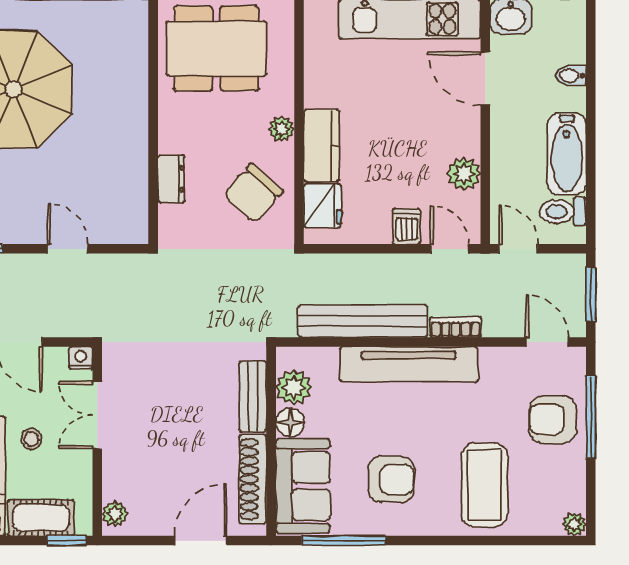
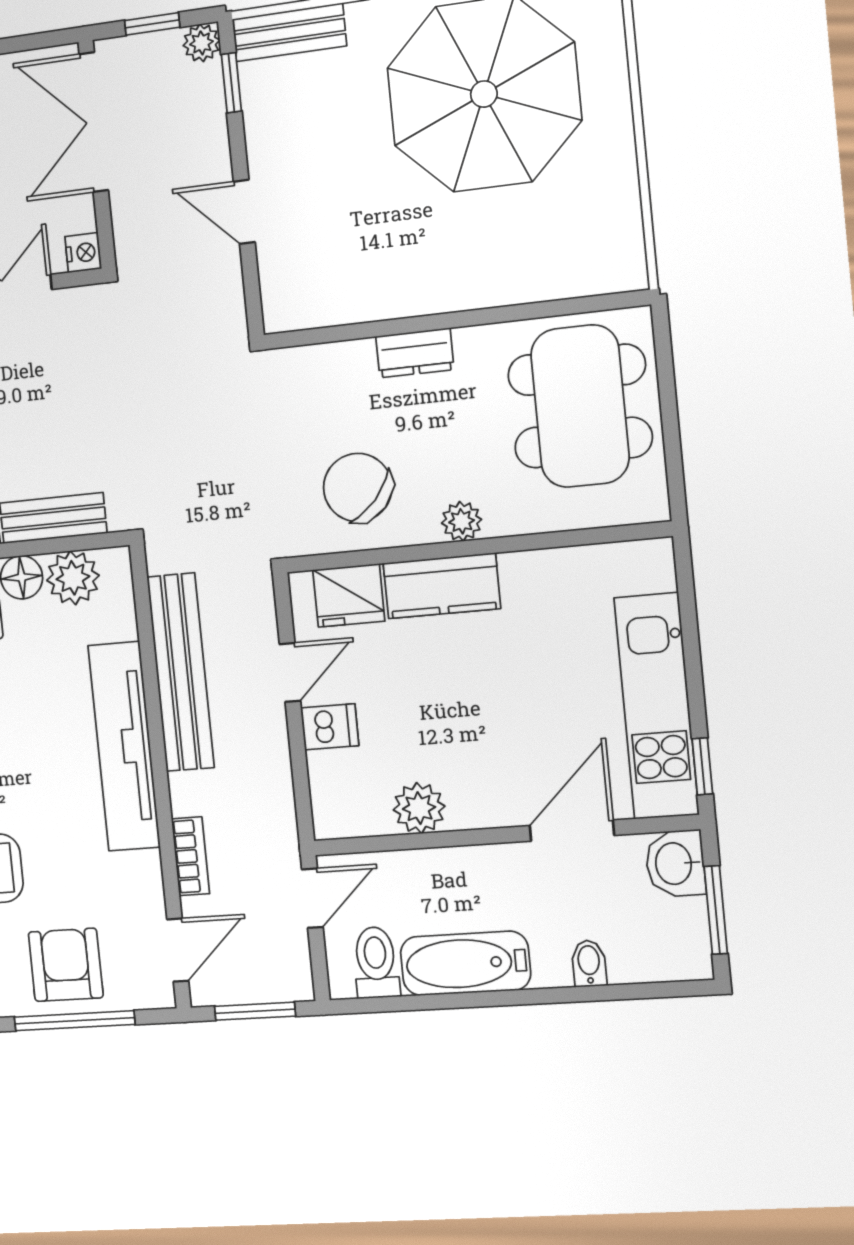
dresser: (171, 179) -> (415, 353), moved
door: (68, 249) -> (244, 212), swing flipped
door: (450, 249) -> (290, 673), moved
bookcase: (456, 327) -> (191, 856), moved

